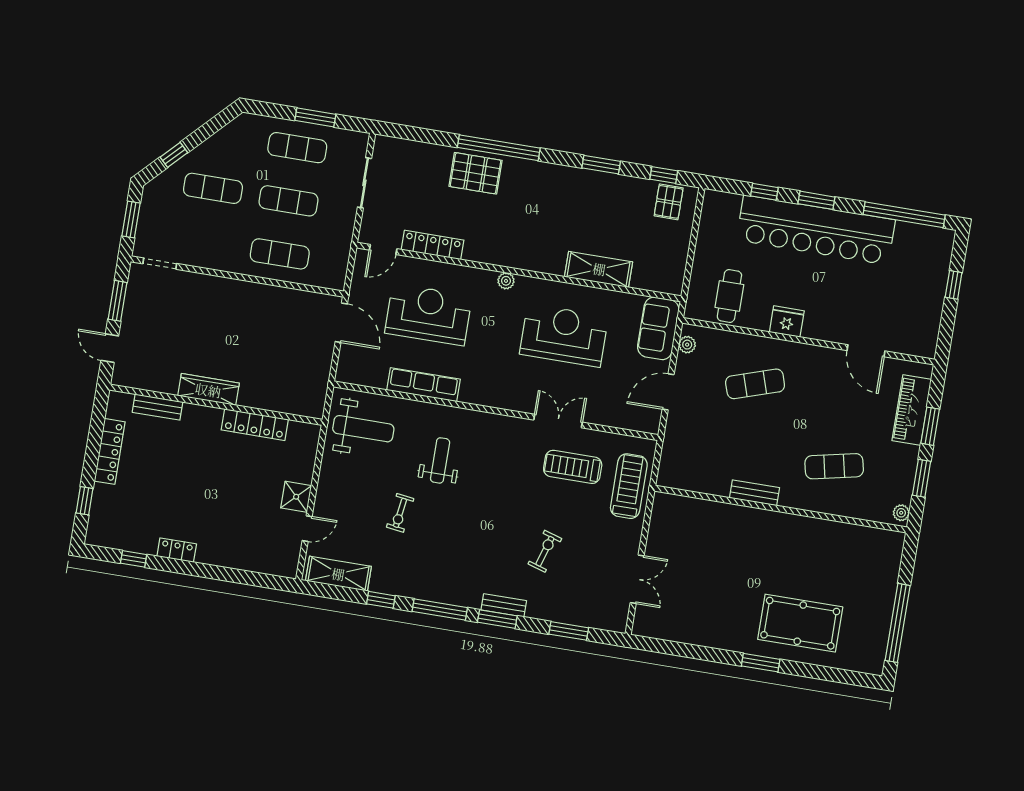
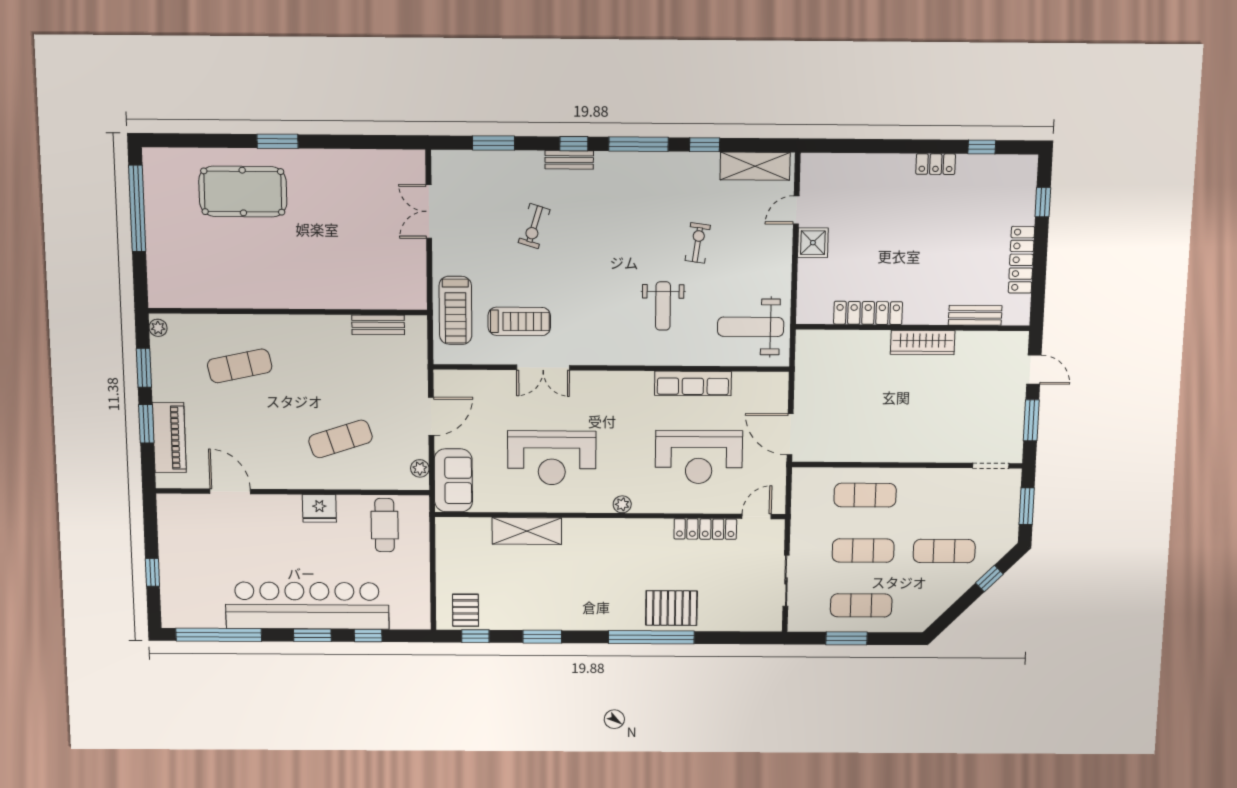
bench: (755, 493) -> (378, 325), moved
window: (497, 619) -> (574, 144), width x0.67

